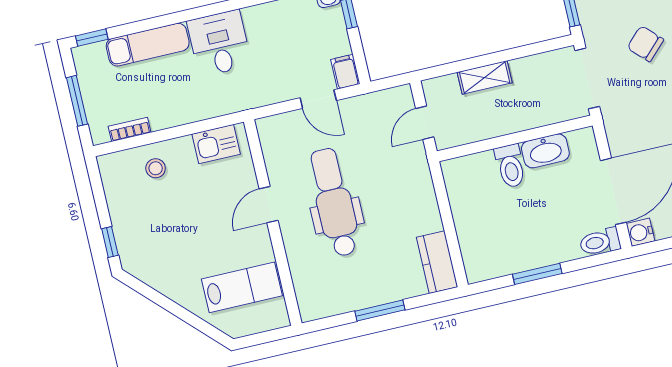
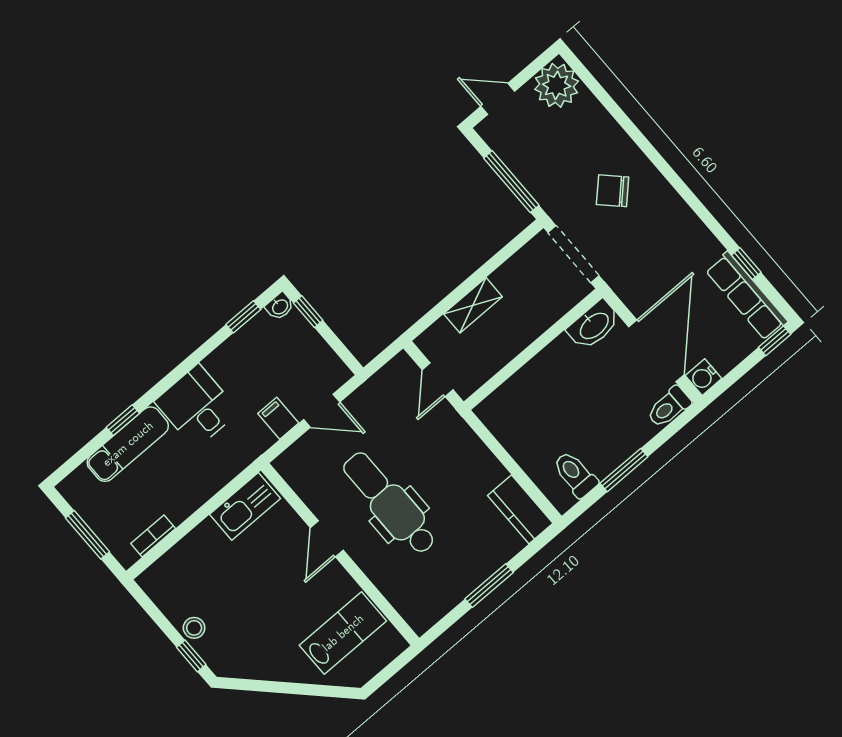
window: (92, 38) -> (123, 420), moved
filing cabinet: (345, 72) -> (278, 418), moved
kitchen sink: (216, 144) -> (245, 506), width x1.38
washbasin: (545, 151) -> (594, 325), moved
toilet: (510, 166) -> (575, 474), moved, turned 180
stool: (156, 168) -> (194, 628), moved

